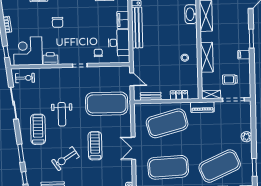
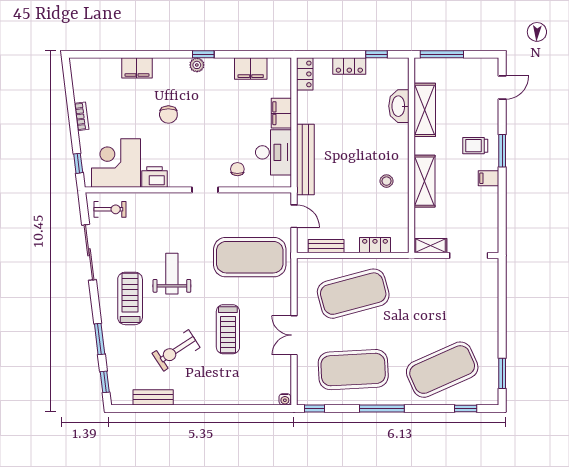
bench: (137, 28) -> (305, 159), moved
trolley: (230, 79) -> (475, 146), moved
piano: (202, 107) -> (415, 267), removed
weight bench: (62, 114) -> (172, 274), turned 180
plant: (246, 137) -> (490, 320), removed
treadmill: (95, 146) -> (228, 329), turned 180

